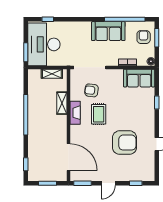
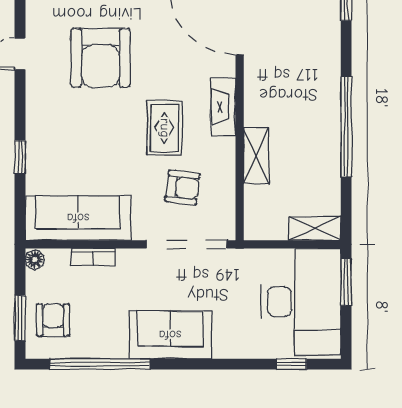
sofa: (108, 31) -> (170, 335), moved
armchair: (144, 37) -> (53, 320), turned 180
shelving: (52, 74) -> (315, 229), moved
sofa: (139, 78) -> (78, 218), width x1.36
fireplace: (75, 113) -> (223, 107), moved
armchair: (124, 143) -> (100, 58), turned -90

